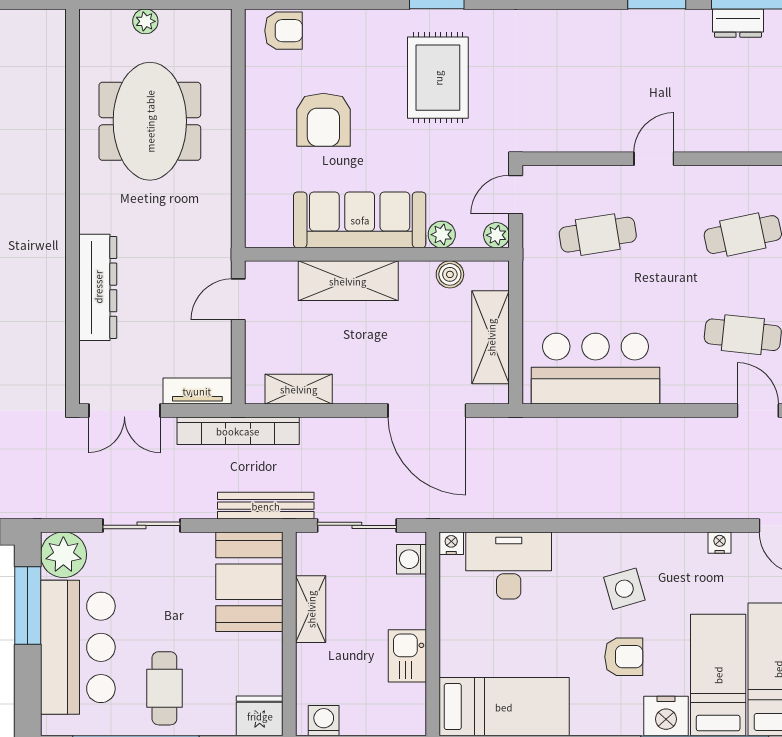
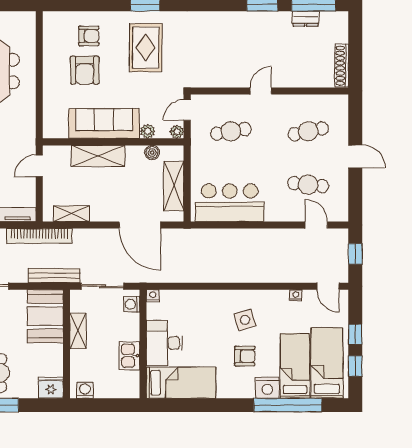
armchair: (283, 31) -> (89, 36), moved
desk: (509, 565) -> (164, 343), moved, turned -90

